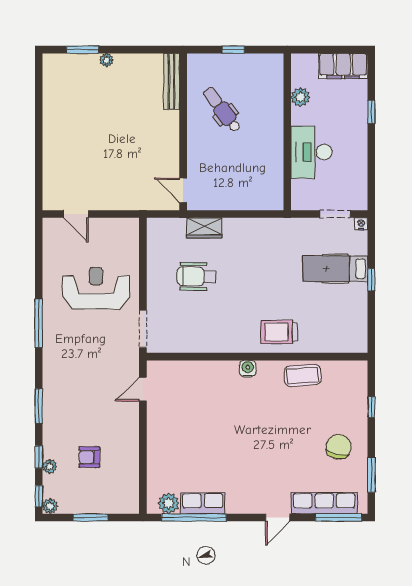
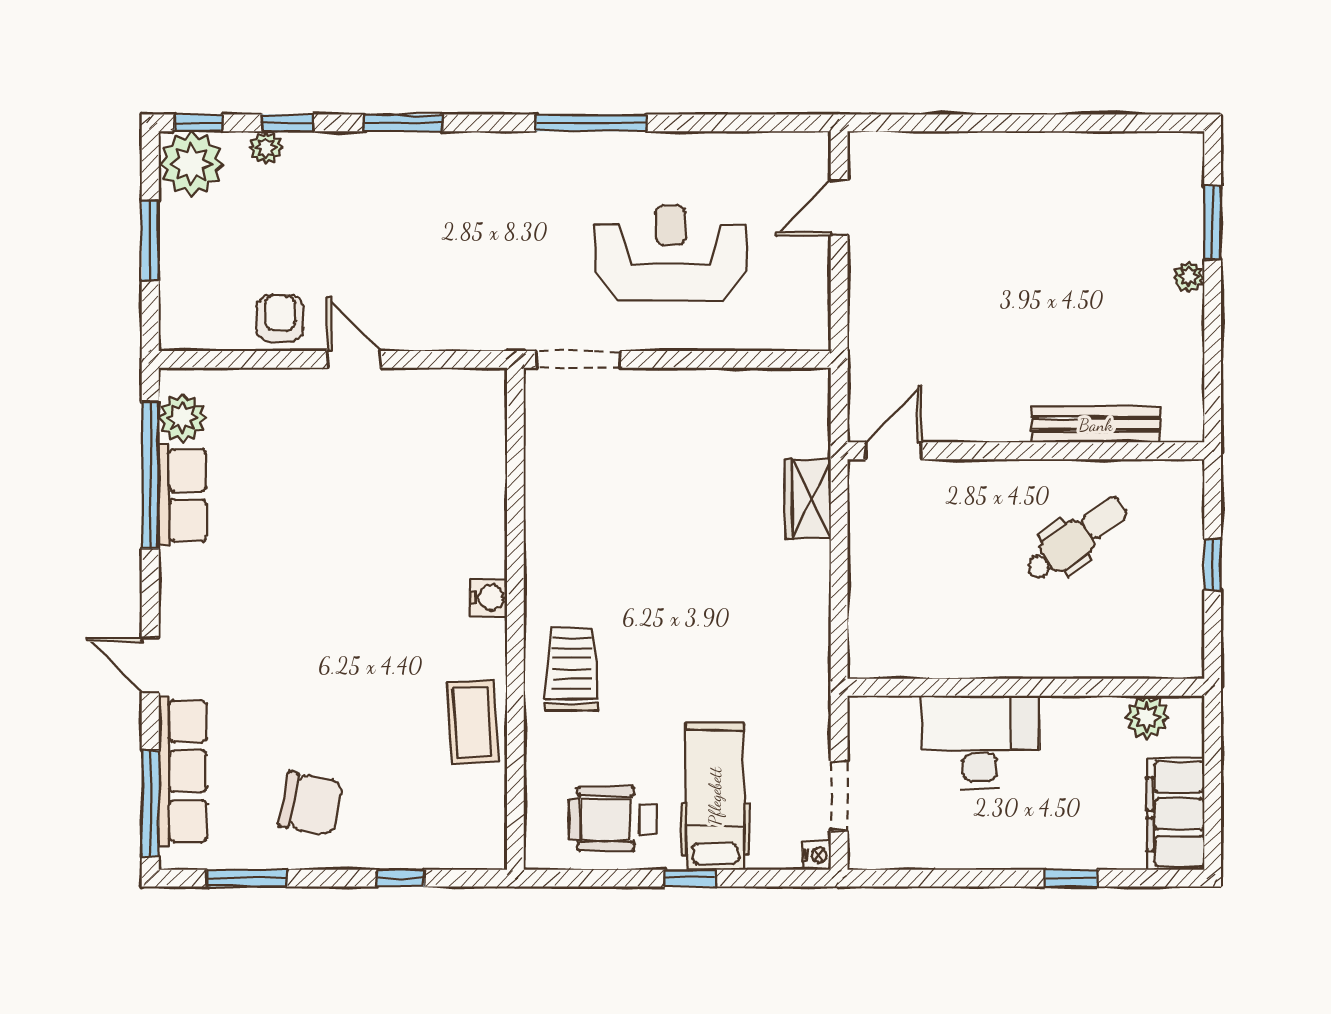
bench: (172, 81) -> (1096, 425), moved
plant: (300, 97) -> (1147, 717), moved
wheelchair: (196, 276) -> (613, 819), moved, turned -91
reception desk: (96, 288) -> (670, 253), turned -90
door: (143, 389) -> (354, 359), moved
armchair: (89, 457) -> (280, 318), moved
plant: (50, 506) -> (191, 164), width x1.88, depth x1.88

